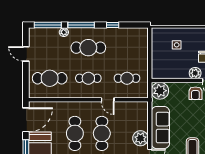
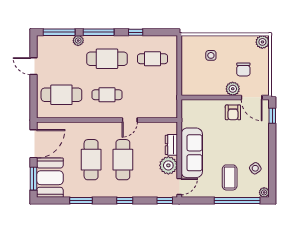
cafe table: (127, 78) -> (152, 59), moved
plant: (160, 91) -> (191, 109), removed
door: (108, 100) -> (130, 120), hinge flipped
dresser: (143, 121) -> (171, 145), added

